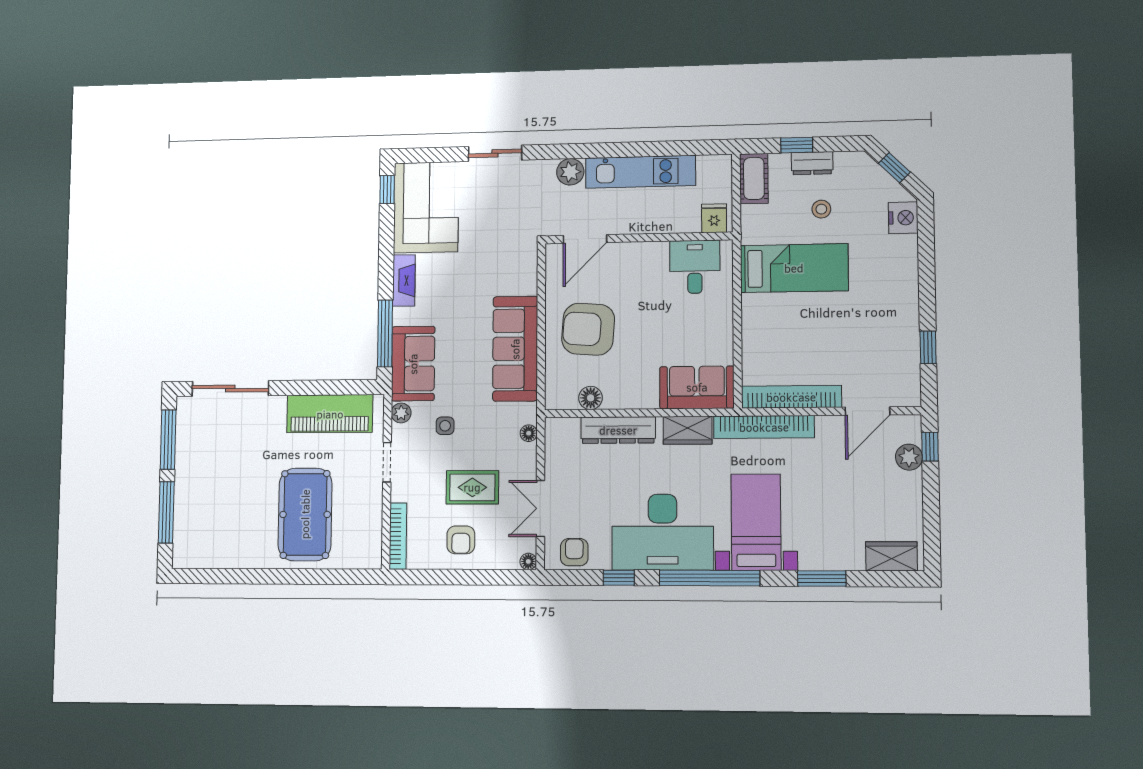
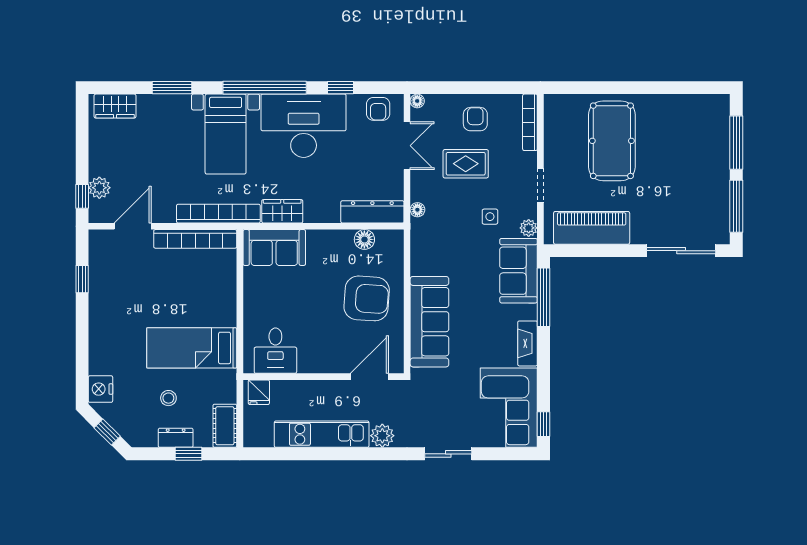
sofa: (515, 349) -> (429, 322), moved
dresser: (618, 430) -> (372, 212), moved

